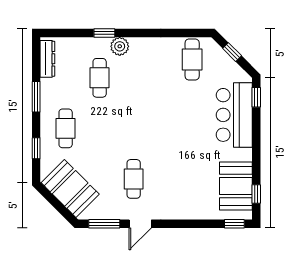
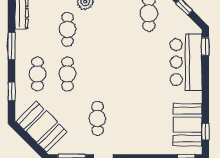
cafe table: (100, 128) -> (67, 74), added

